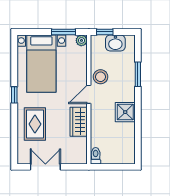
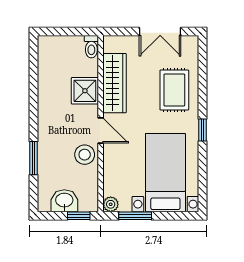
door: (89, 94) -> (101, 130), hinge flipped
shower: (125, 112) -> (85, 91), moved
wardrobe: (79, 122) -> (115, 83), width x1.50

